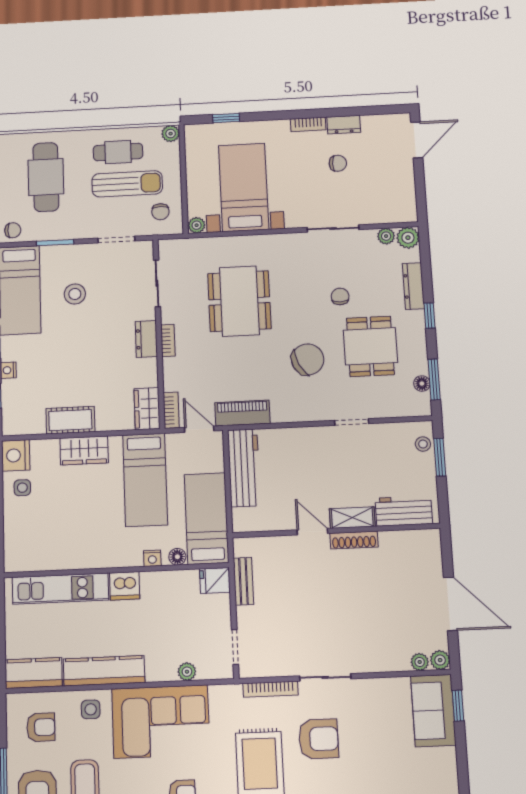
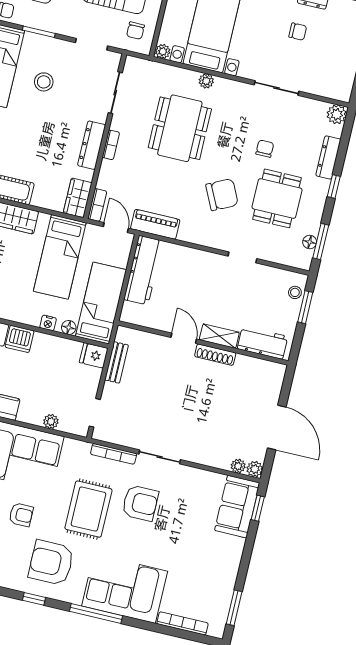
plant: (386, 236) -> (206, 81), moved
dresser: (146, 339) -> (92, 145), width x1.44

